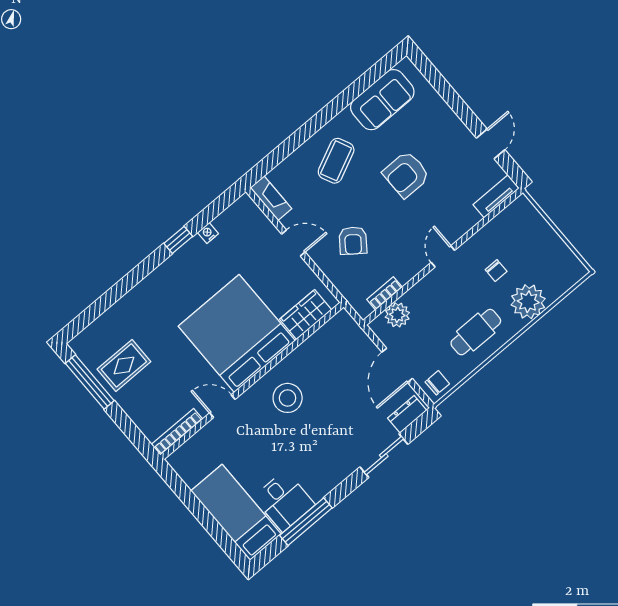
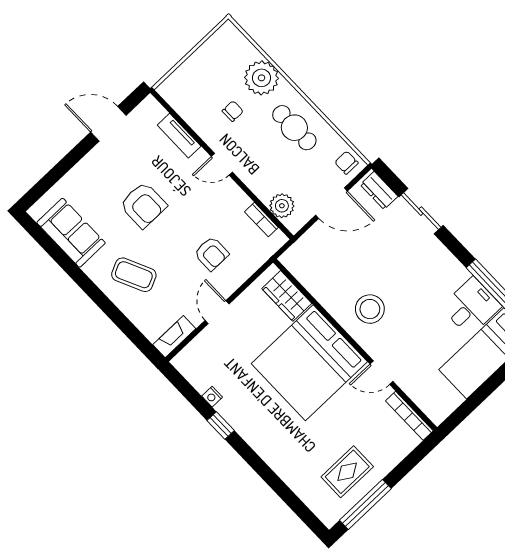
door: (491, 144) -> (108, 124), width x1.38
tv unit: (496, 196) -> (179, 136), moved
armchair: (353, 241) -> (211, 254), turned 53
rug: (124, 365) -> (347, 472), turned 90
door: (222, 406) -> (382, 373), hinge flipped

